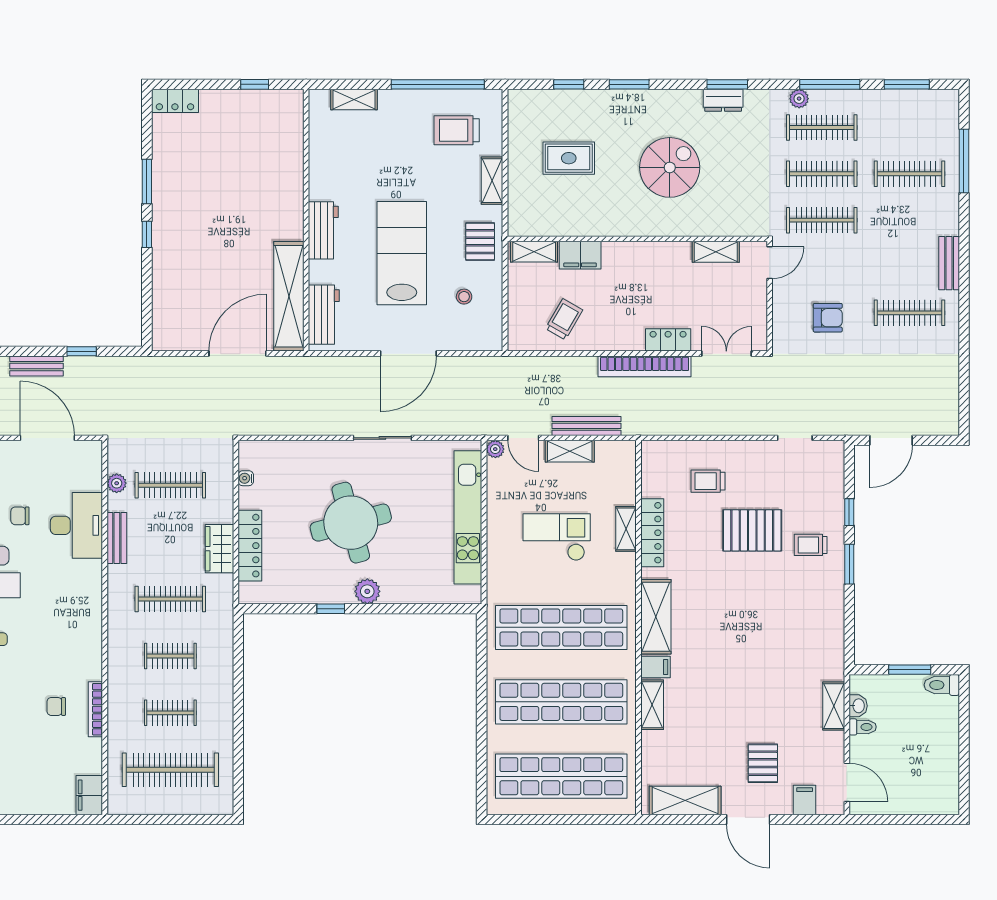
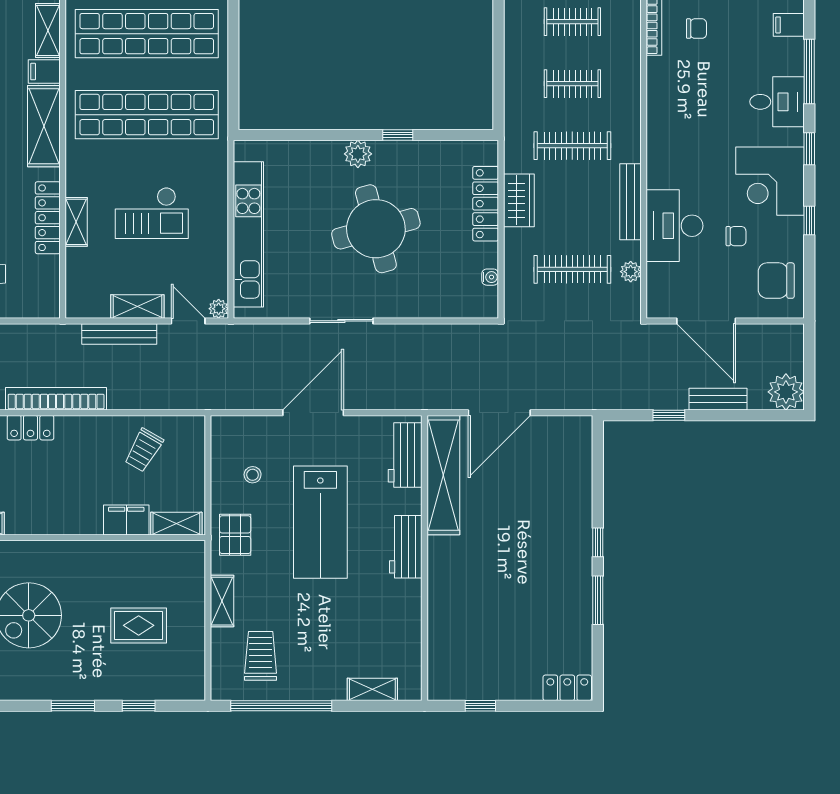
trolley: (457, 130) -> (261, 656), turned -90
bench: (117, 538) -> (630, 202), width x1.36

